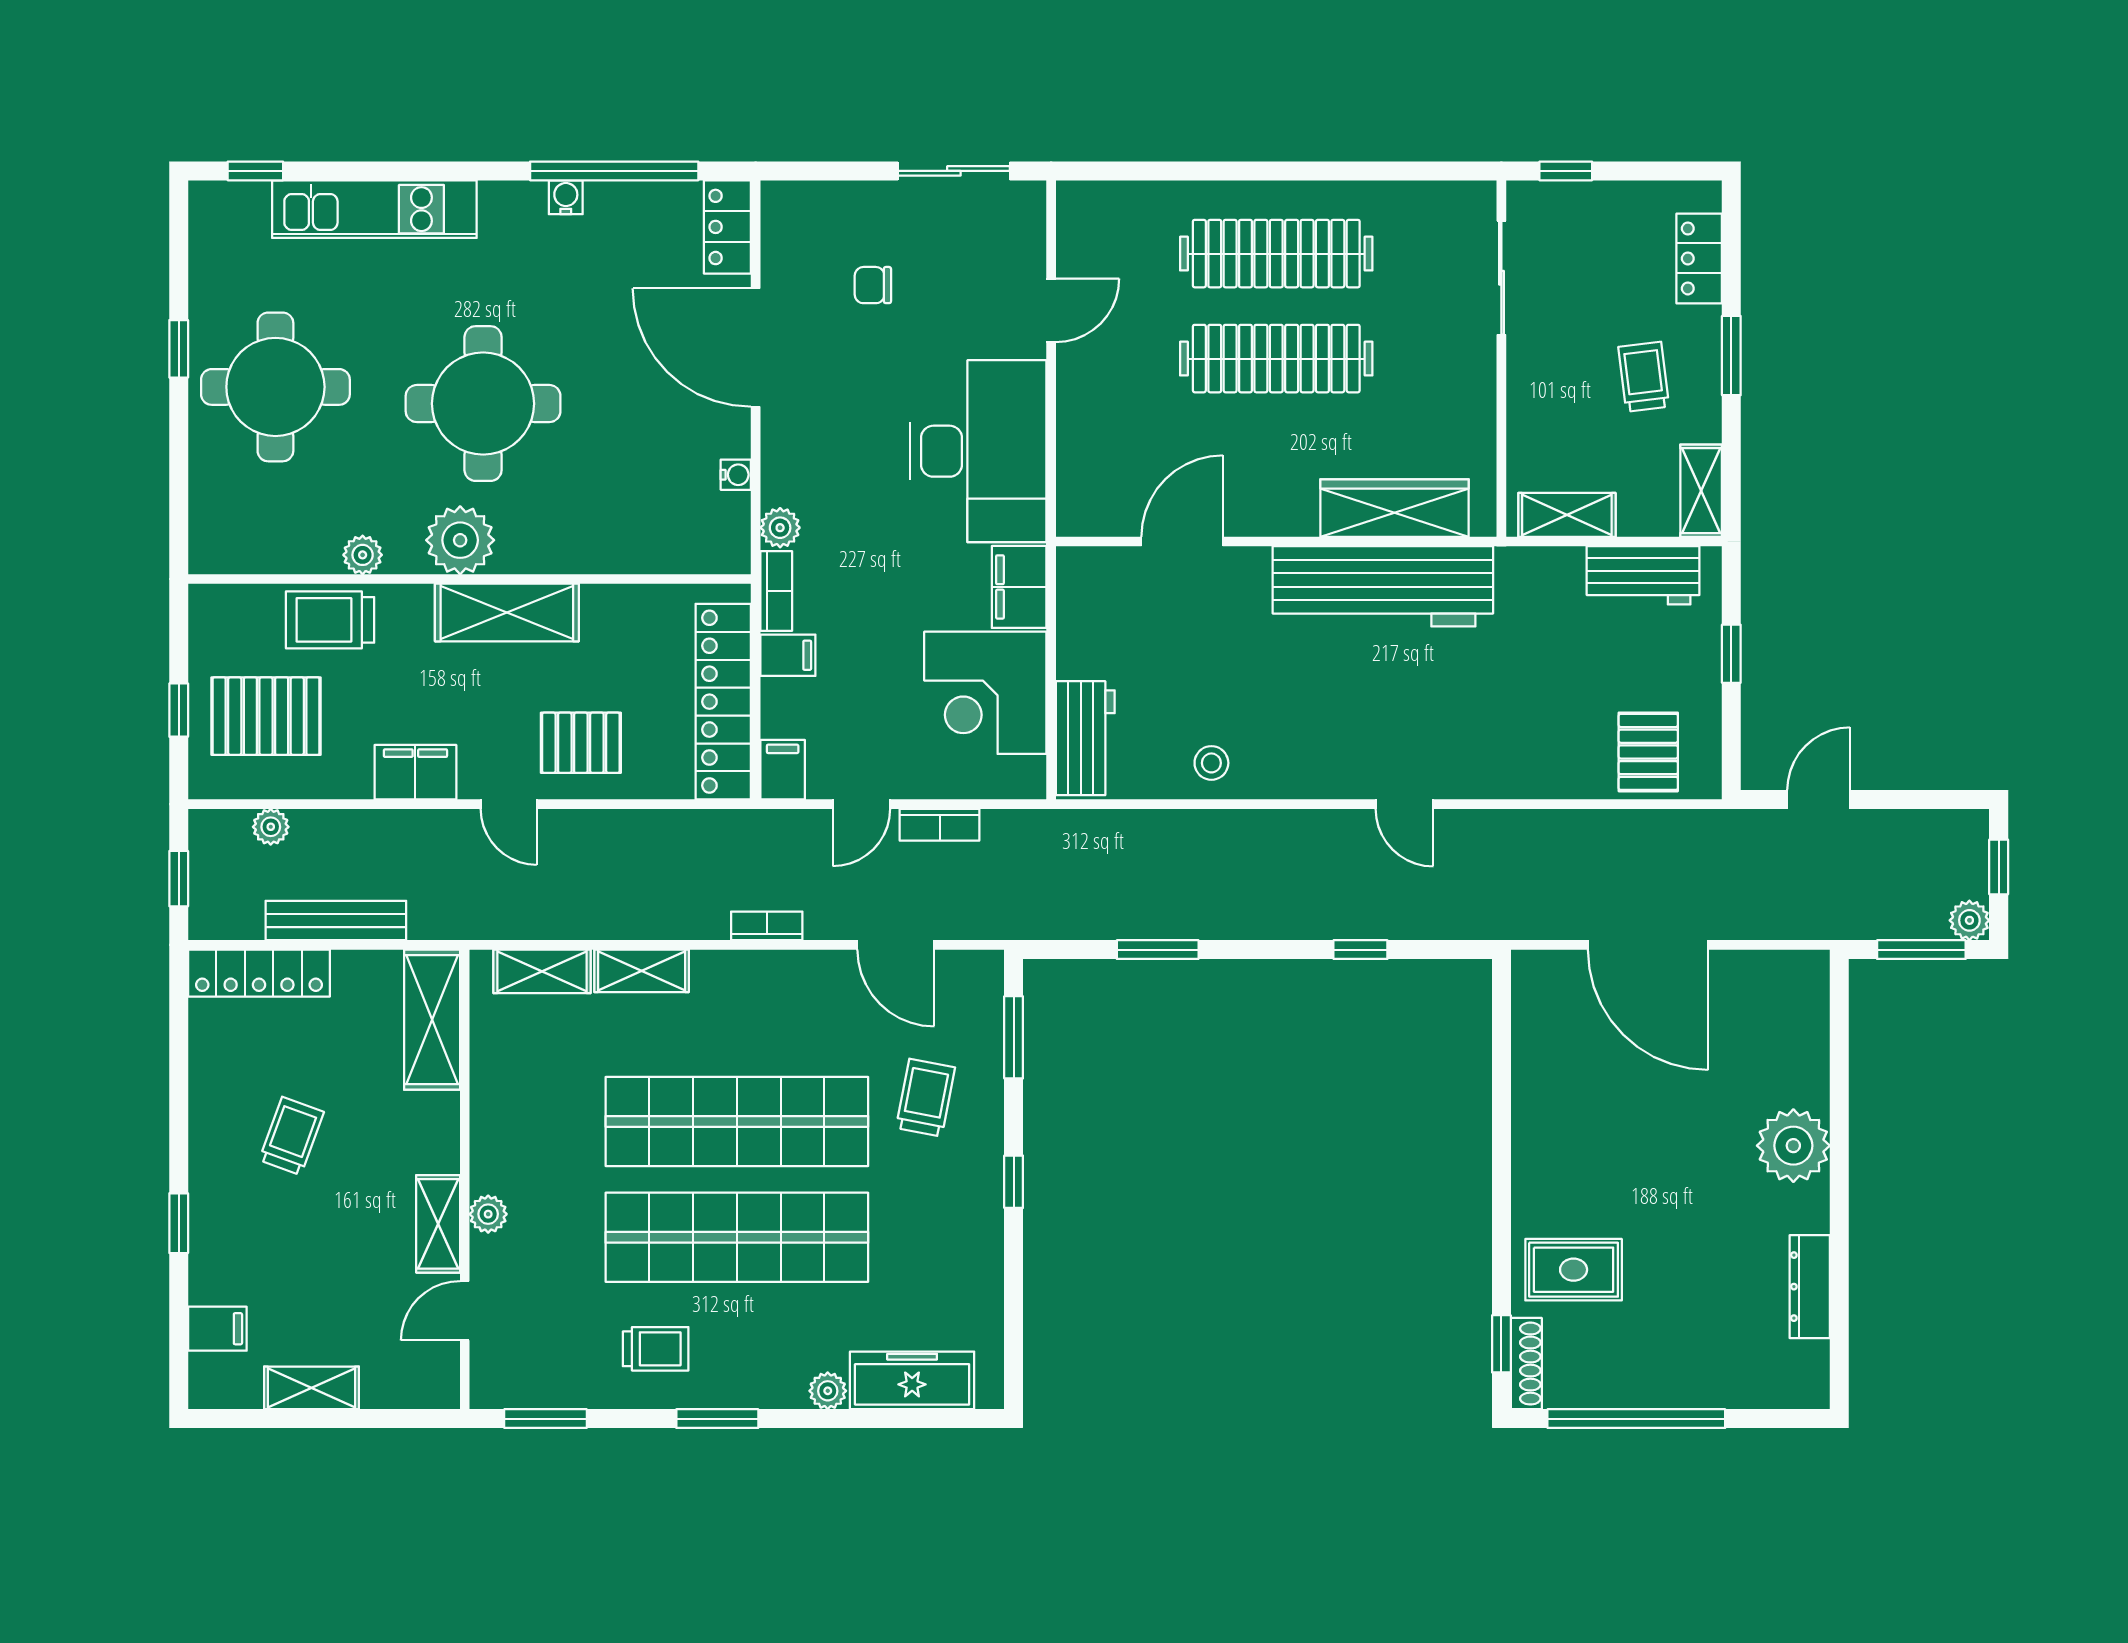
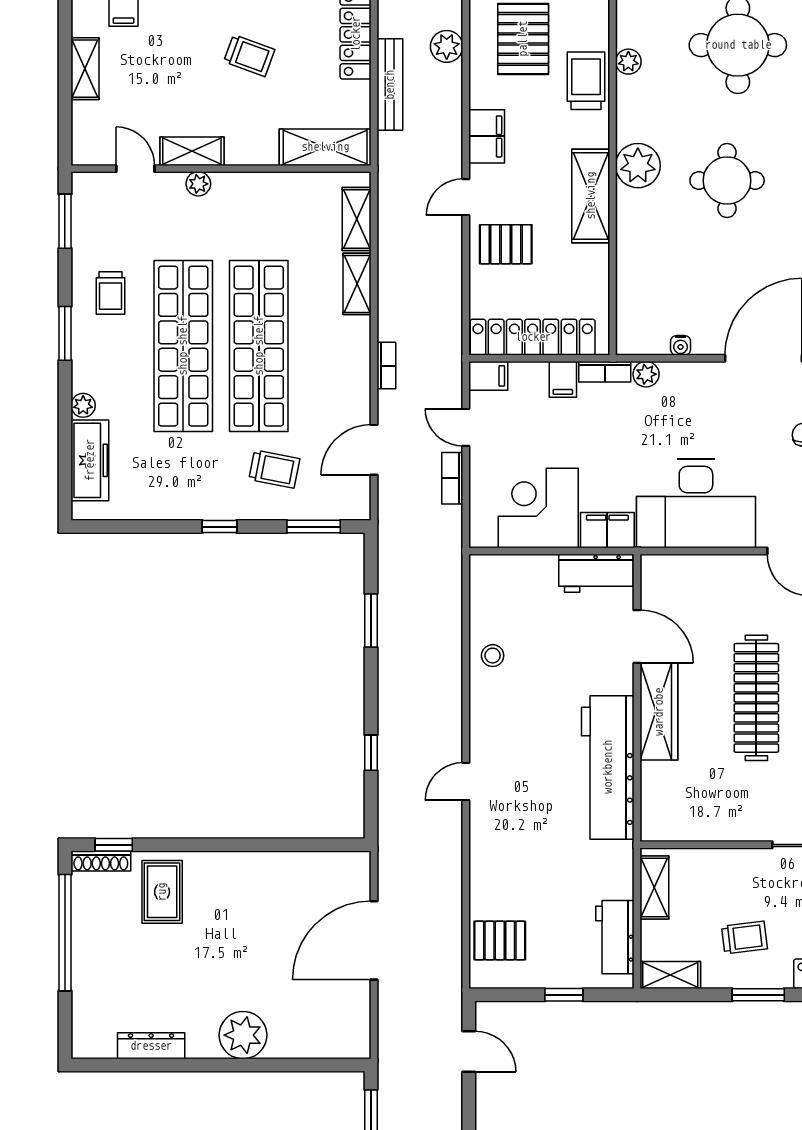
round table: (483, 404) -> (727, 181), width x0.73, depth x0.73
wardrobe: (1395, 508) -> (659, 712), moved
plant: (363, 555) -> (628, 62), moved
workbench: (1085, 738) -> (596, 573), moved
pallet: (581, 743) -> (506, 244), turned 90
plant: (271, 827) -> (447, 46), width x1.38, depth x1.38

